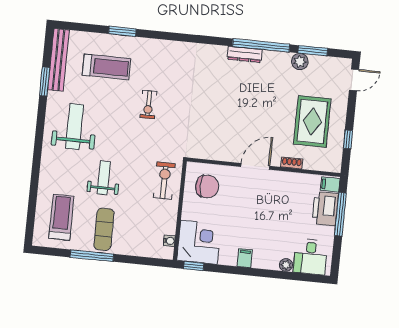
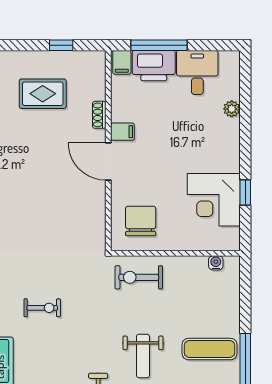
rug: (312, 121) -> (43, 94), width x0.73, depth x0.70
weight bench: (104, 178) -> (143, 356), turned -90
corner desk: (199, 242) -> (214, 200), moved, turned -90
desk: (310, 257) -> (197, 72), moved, turned -90
filing cabinet: (245, 258) -> (122, 132), moved, turned 180
window: (194, 266) -> (245, 193), moved

